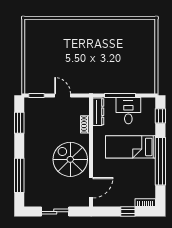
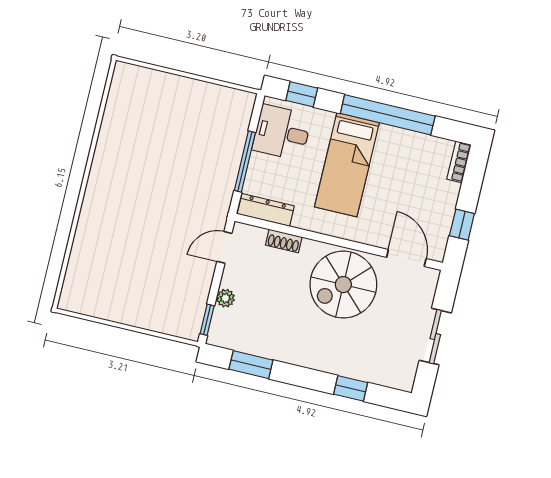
door: (63, 96) -> (224, 247), moved
plant: (49, 102) -> (225, 298), added
desk: (128, 111) -> (282, 133), moved
window: (19, 175) -> (351, 388), width x0.46
window: (128, 212) -> (462, 225), moved

